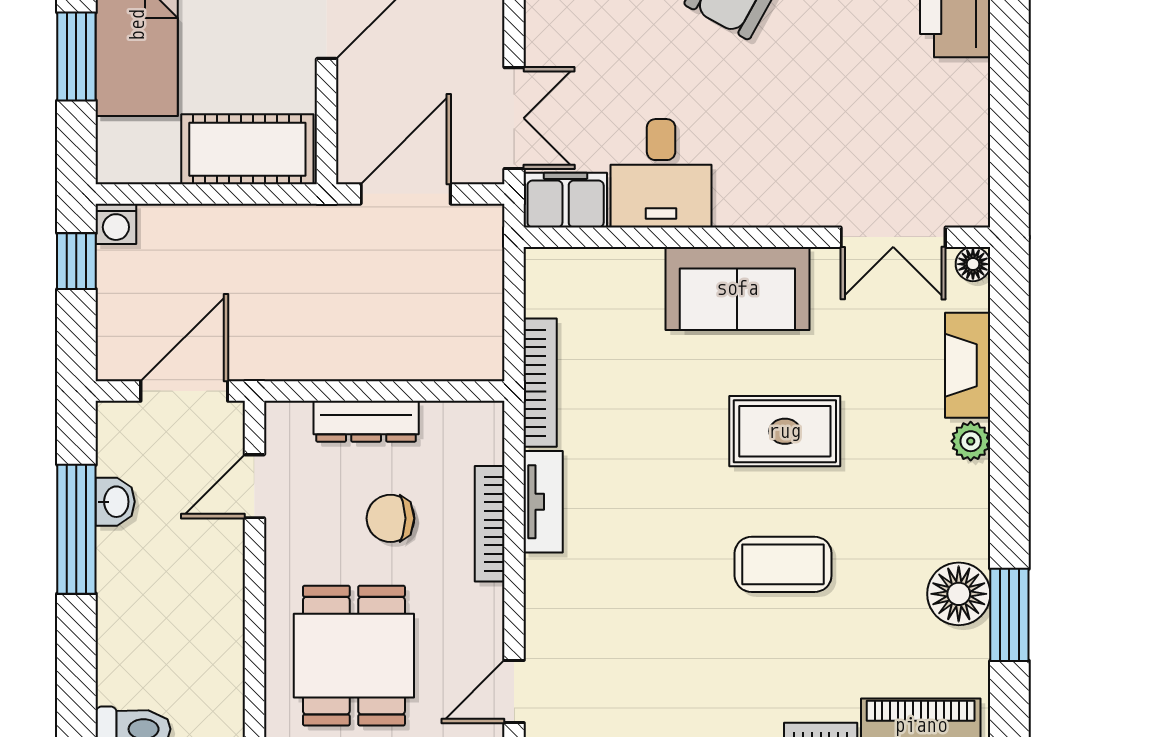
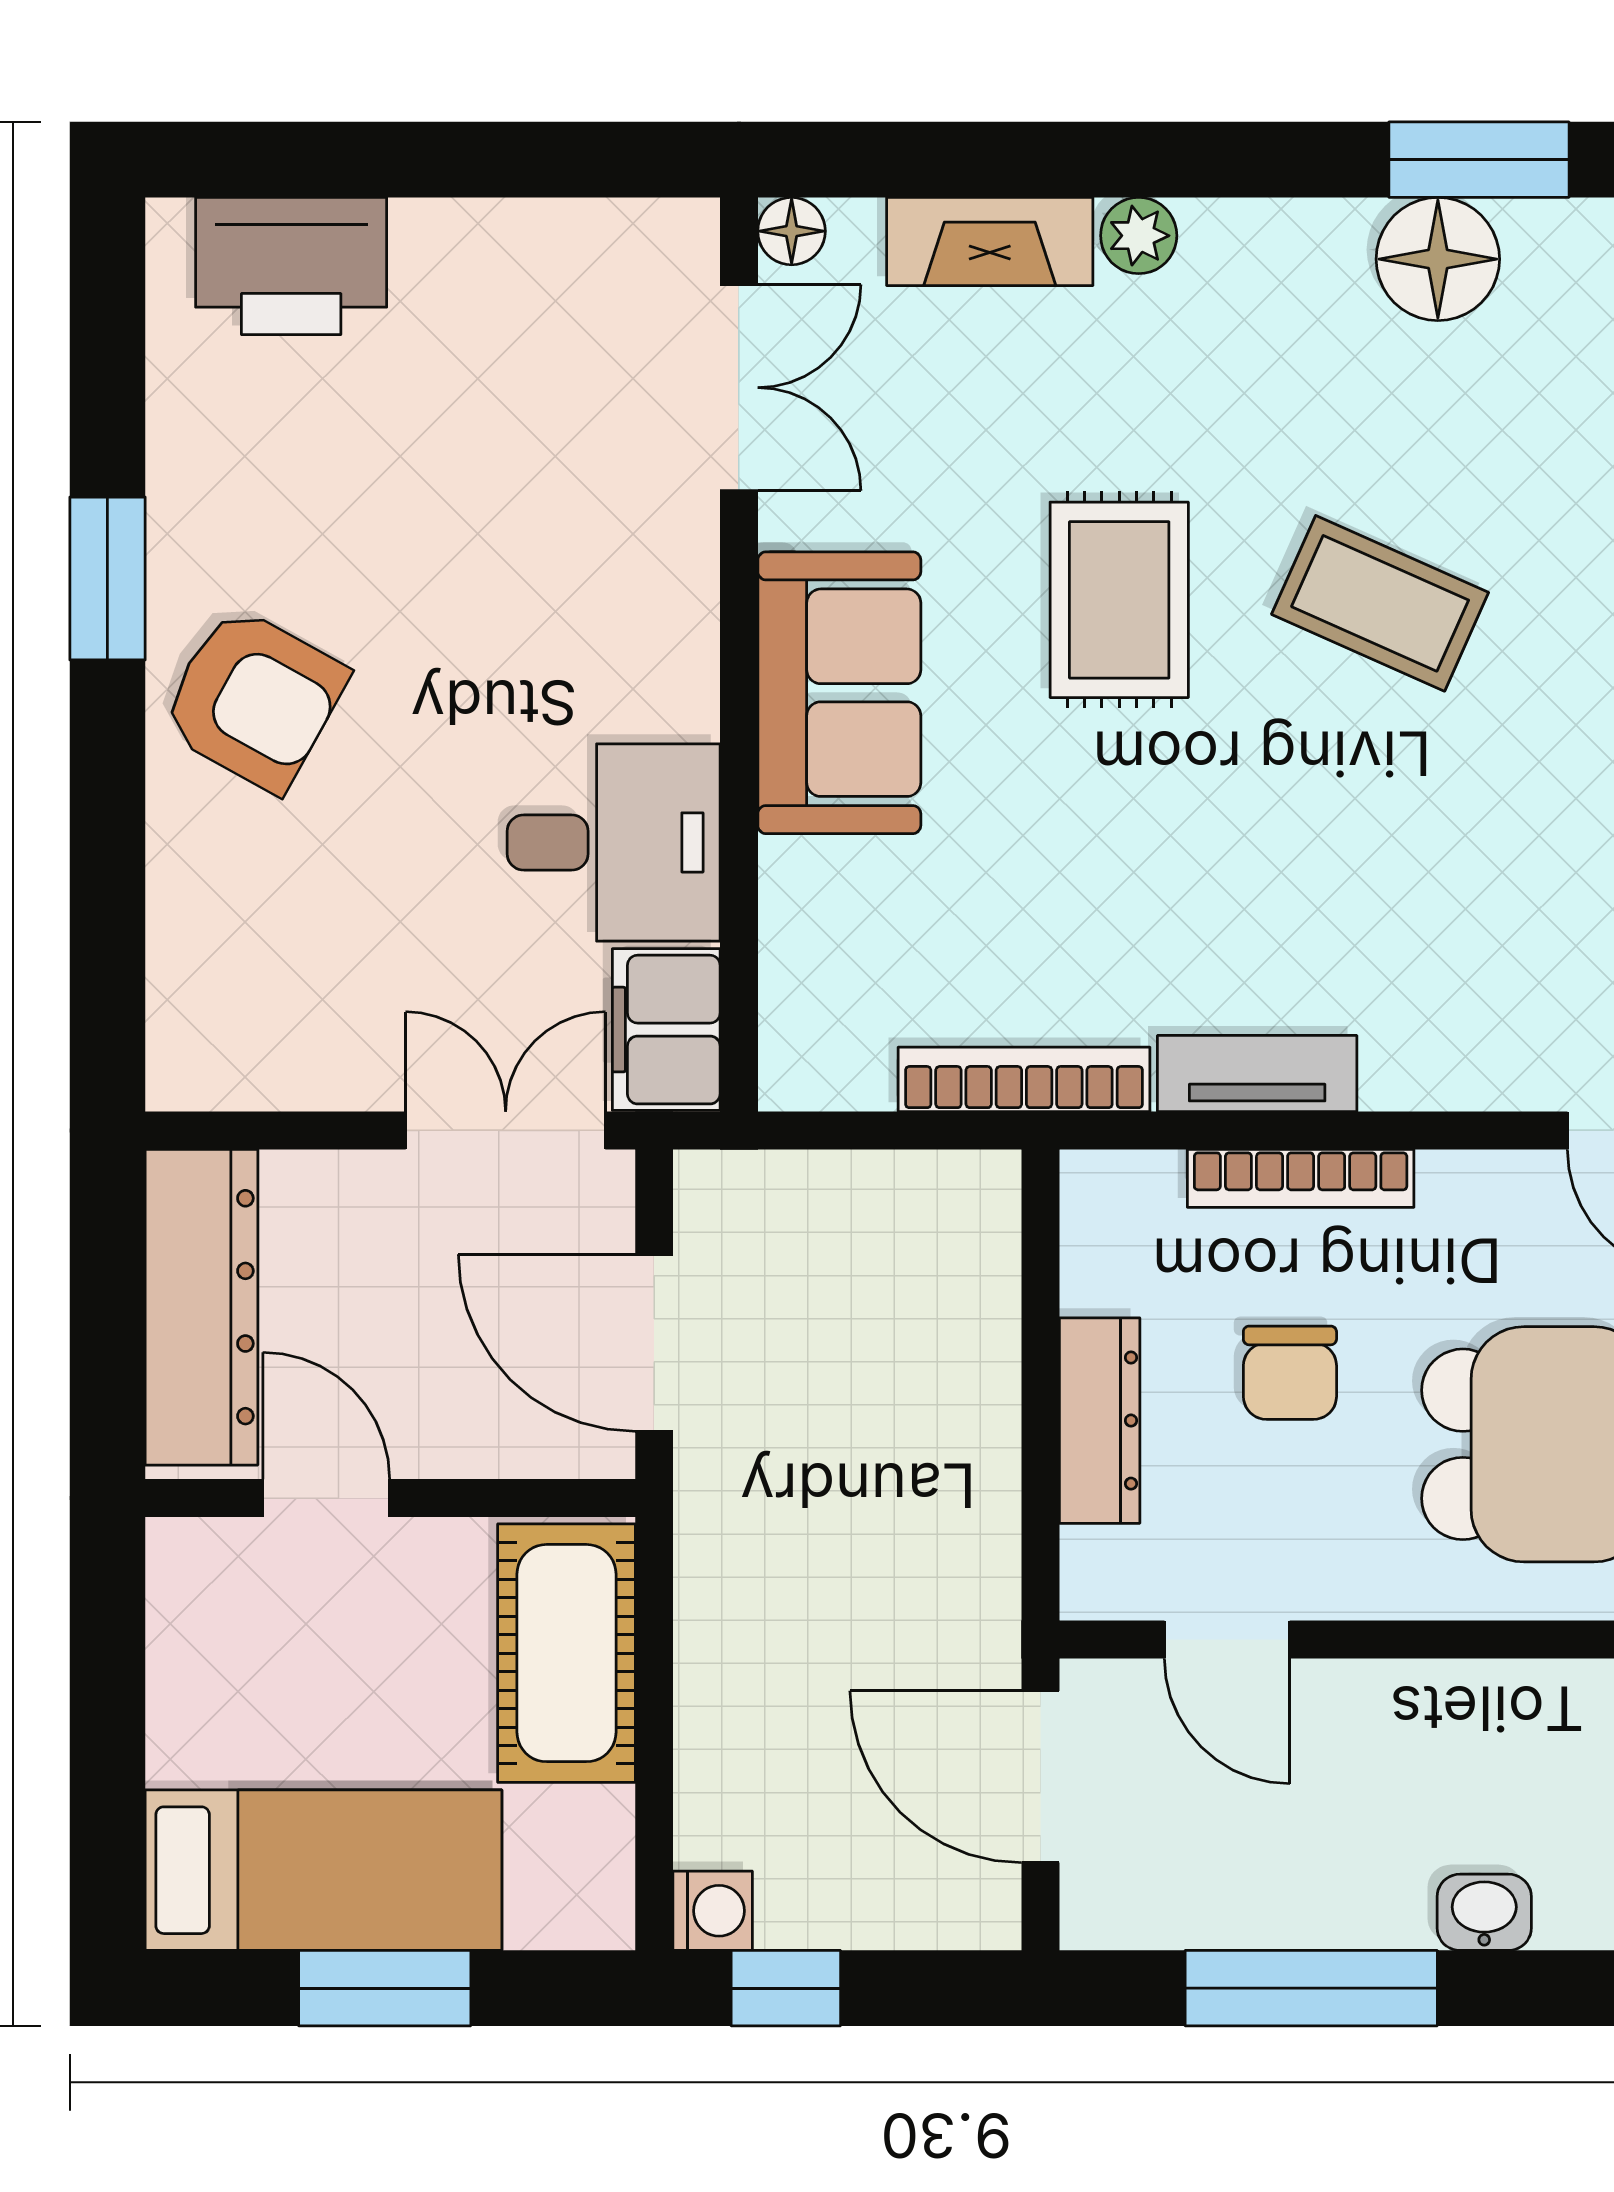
washbasin: (115, 502) -> (1484, 1912), moved
coffee table: (783, 564) -> (1380, 603), turned -66

